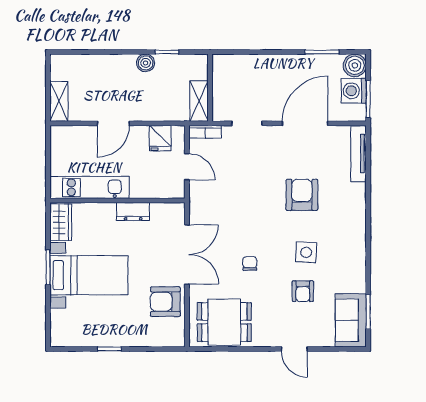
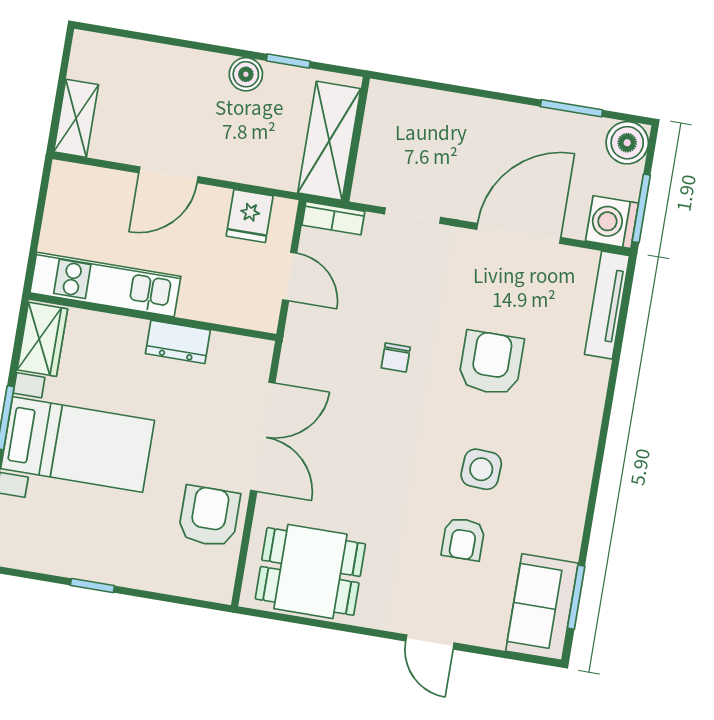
washing machine: (354, 91) -> (612, 222), moved
shelving: (199, 101) -> (329, 141), width x1.50, depth x1.33
chair: (250, 264) -> (396, 357), moved, turned 180
armchair: (165, 302) -> (209, 516), turned 90

